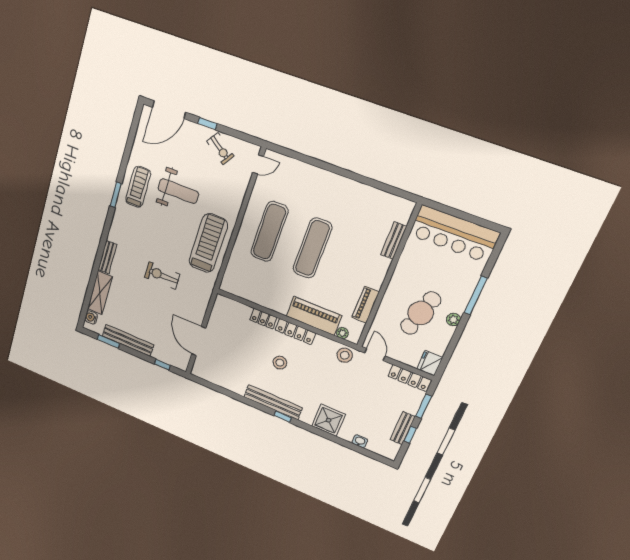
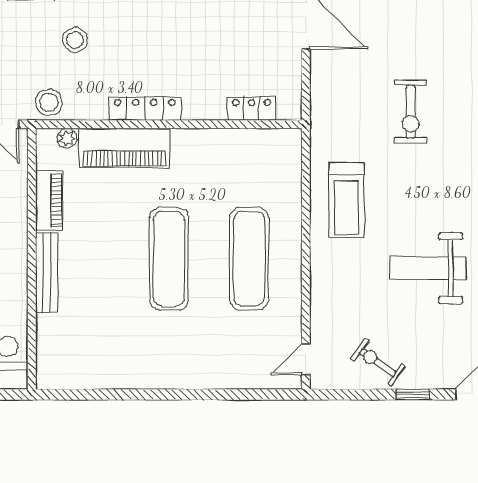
bench: (394, 240) -> (47, 273), moved, width x1.36
treadmill: (208, 243) -> (346, 200), width x0.73, depth x0.73
exercise bike: (162, 276) -> (411, 112), turned 90
locker: (263, 319) -> (252, 108), moved
stool: (280, 363) -> (75, 40), moved

